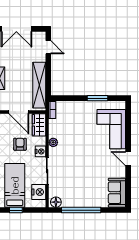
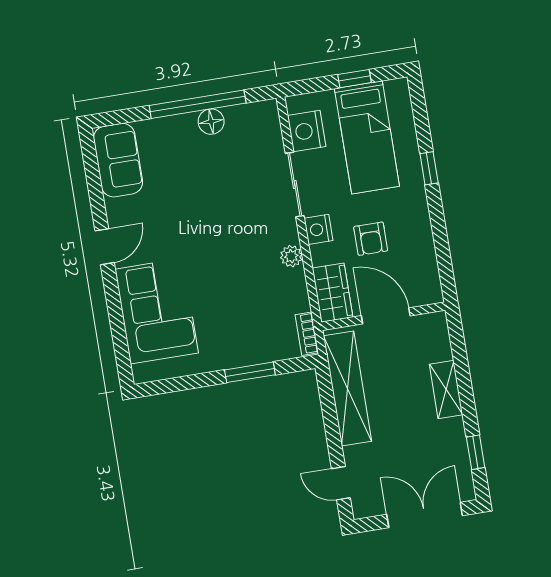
window: (97, 98) -> (250, 372), moved
door: (128, 159) -> (105, 247), hinge flipped
floor lamp: (56, 202) -> (211, 122), moved

